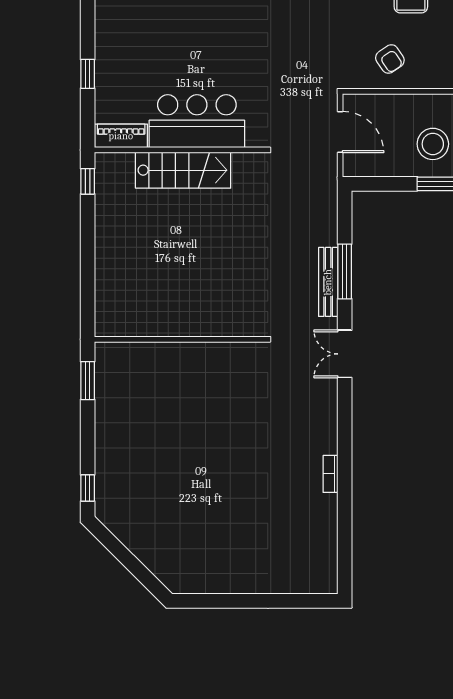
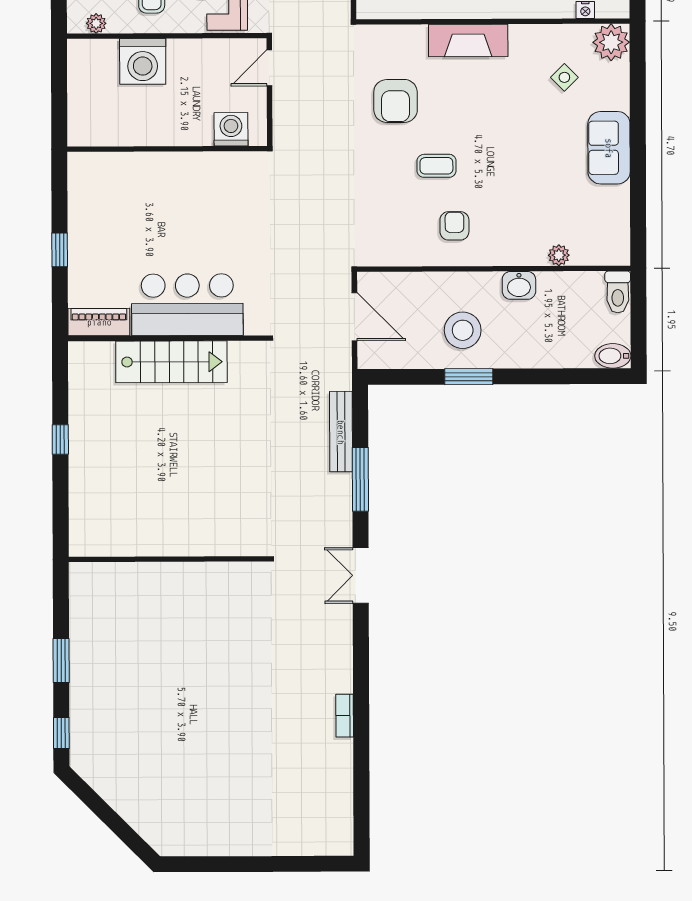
armchair: (390, 59) -> (454, 226), moved, turned -146
window: (88, 181) -> (60, 439), moved
bench: (328, 282) -> (341, 432), moved
window: (88, 381) -> (61, 661), moved

